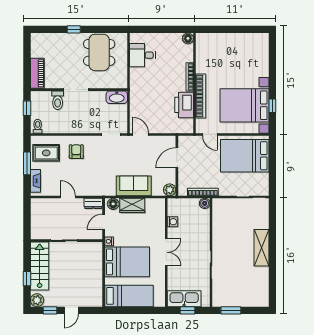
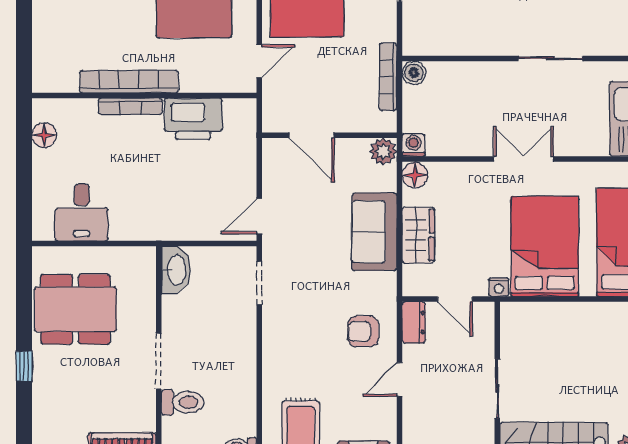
floor lamp: (188, 38) -> (44, 135), moved
bookcase: (201, 96) -> (129, 82), moved
armchair: (76, 152) -> (363, 331), moved
floor lamp: (113, 204) -> (415, 175), moved
washing machine: (172, 222) -> (413, 145), moved

